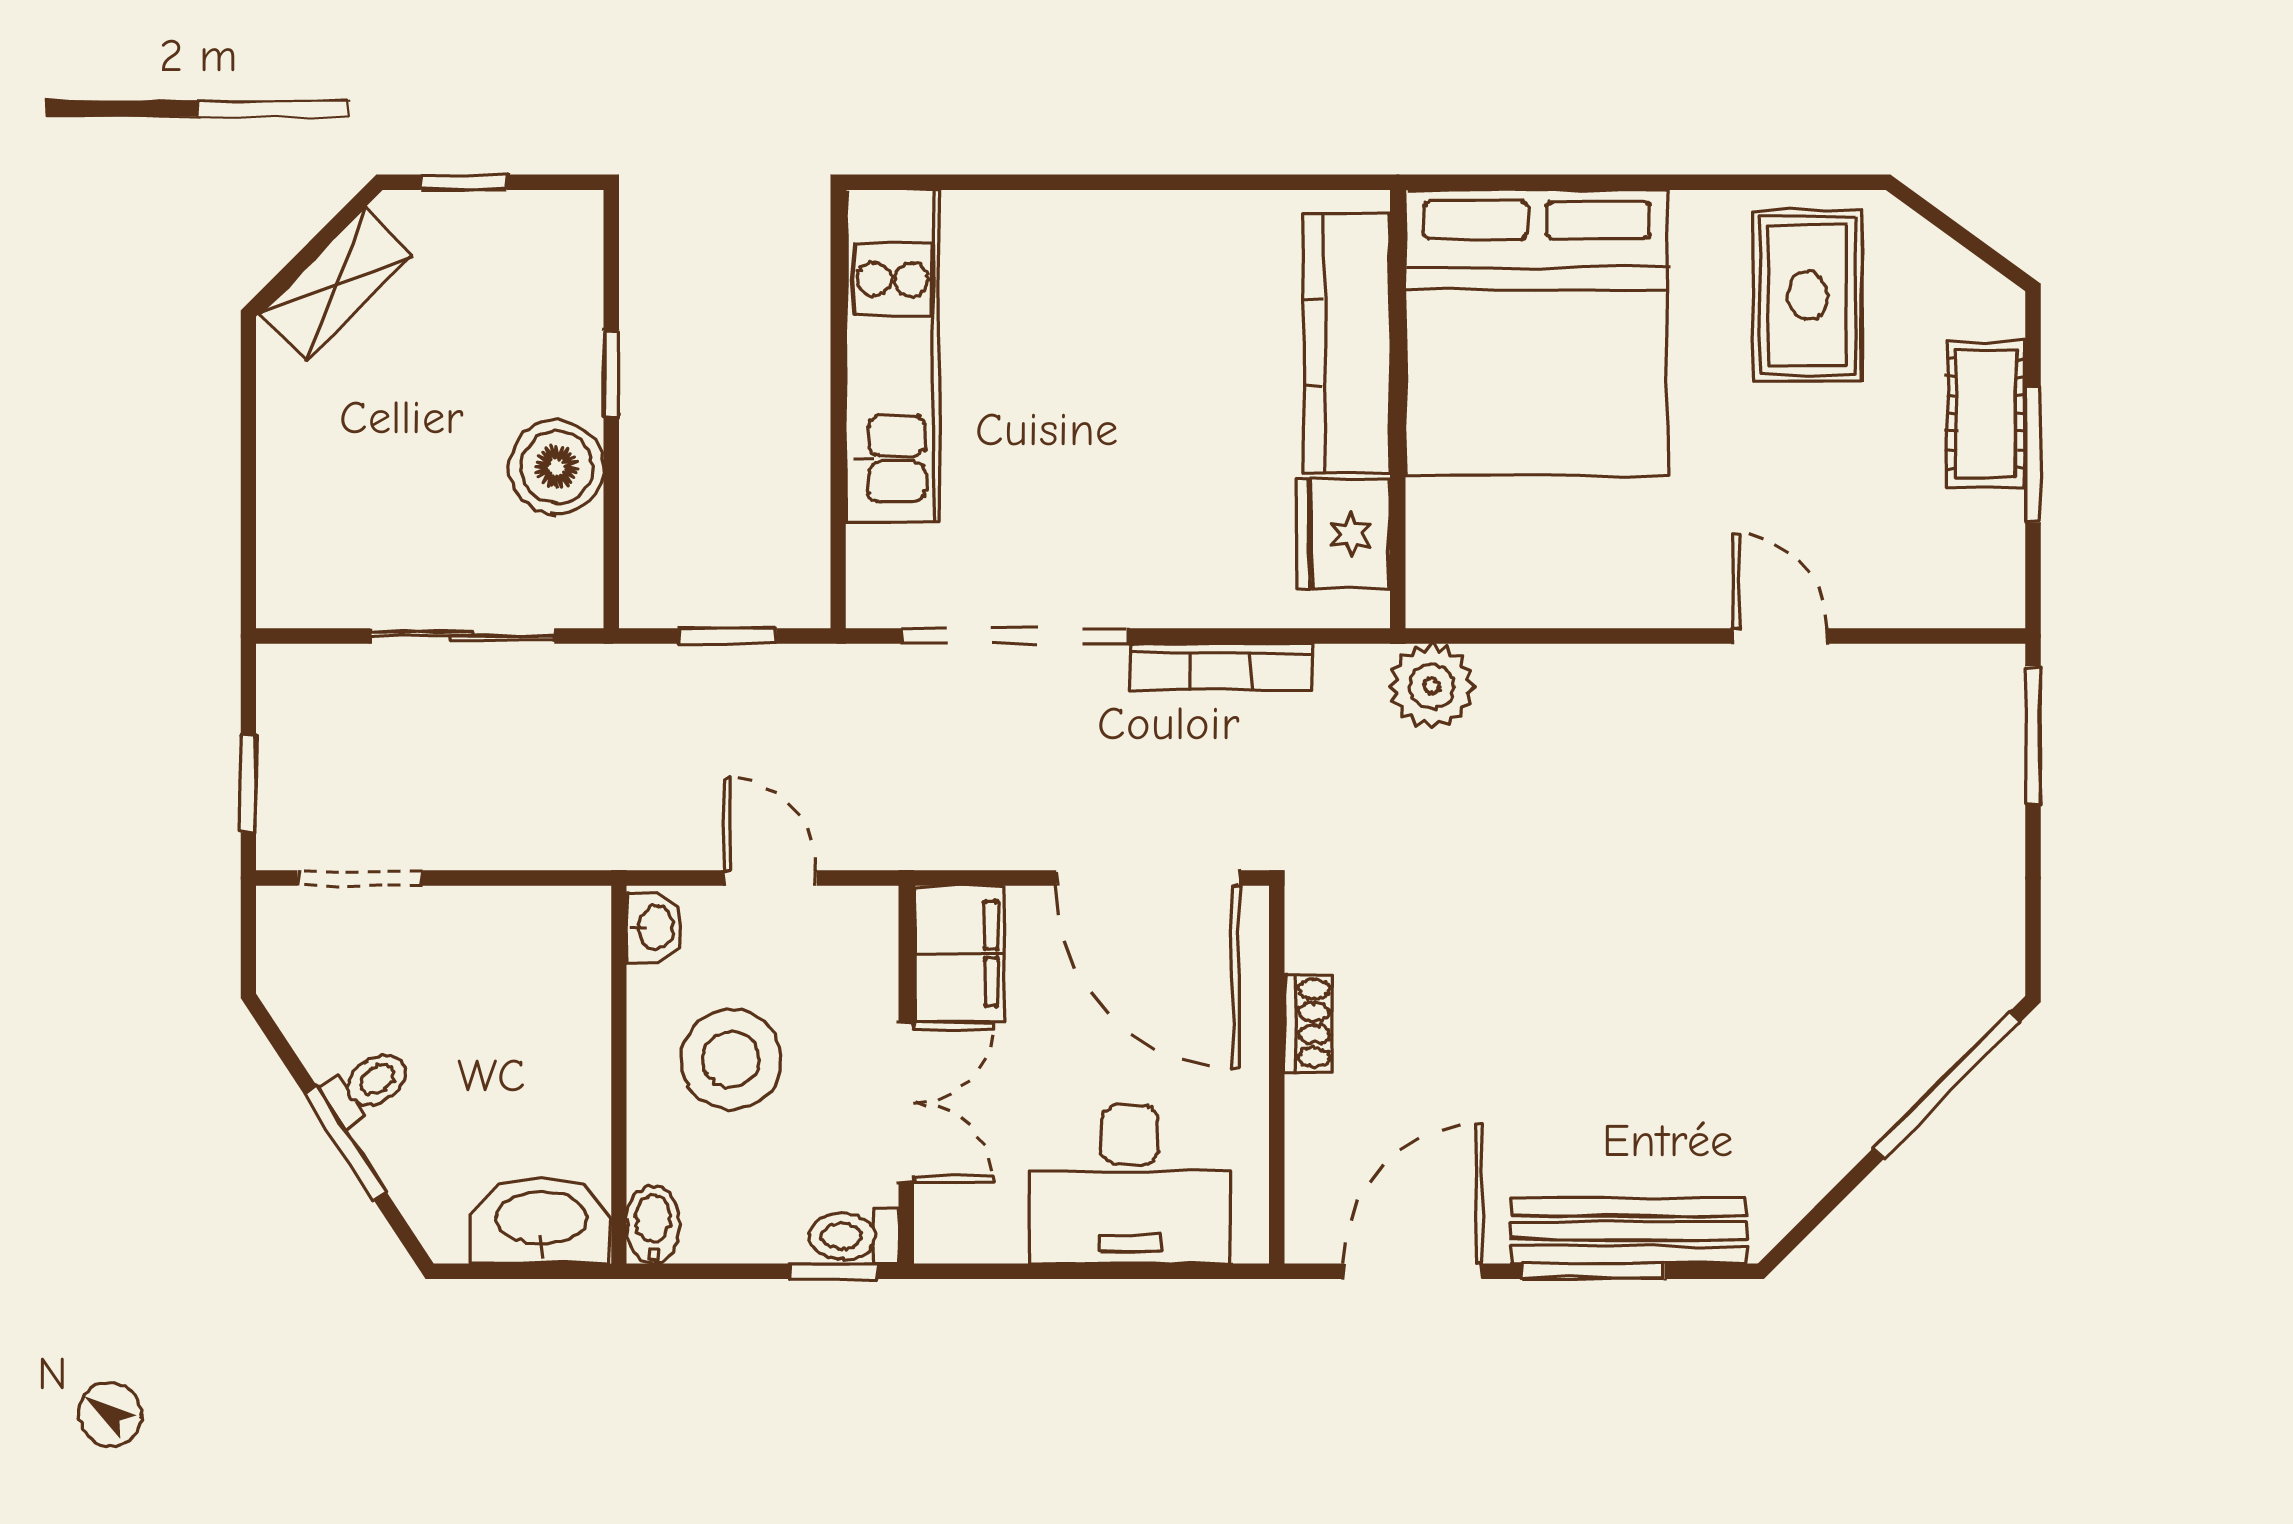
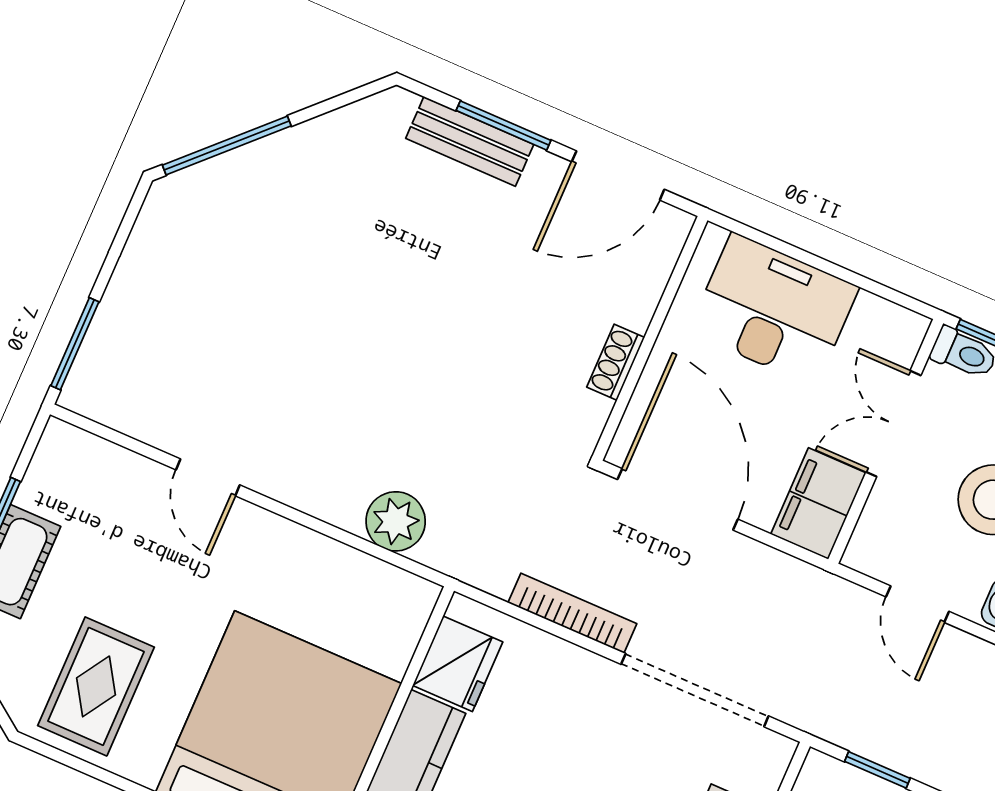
plant: (1432, 686) -> (396, 521), moved
bench: (1628, 1231) -> (470, 141), width x0.73

